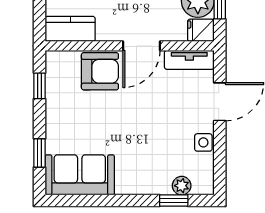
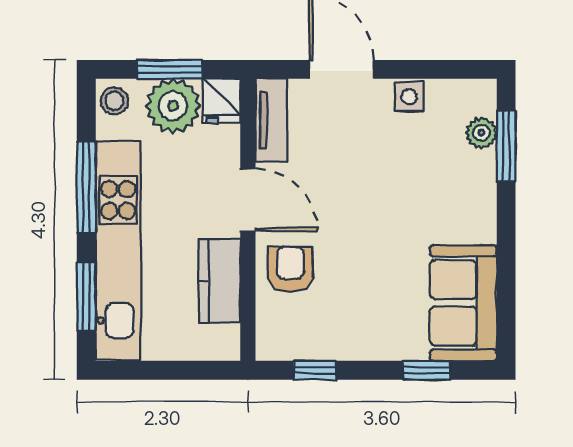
kitchen counter: (70, 29) -> (220, 281), moved
armchair: (100, 71) -> (290, 269), width x0.72, depth x0.72
window: (174, 201) -> (506, 146), width x1.50

